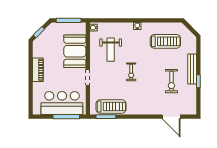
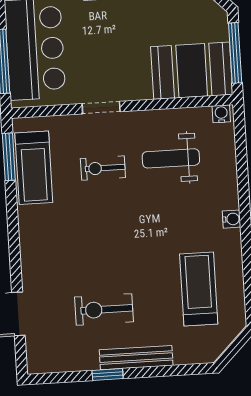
treadmill: (165, 41) -> (199, 289), turned 180
booth: (75, 51) -> (192, 71), moved
exercise bike: (131, 72) -> (103, 168), moved

